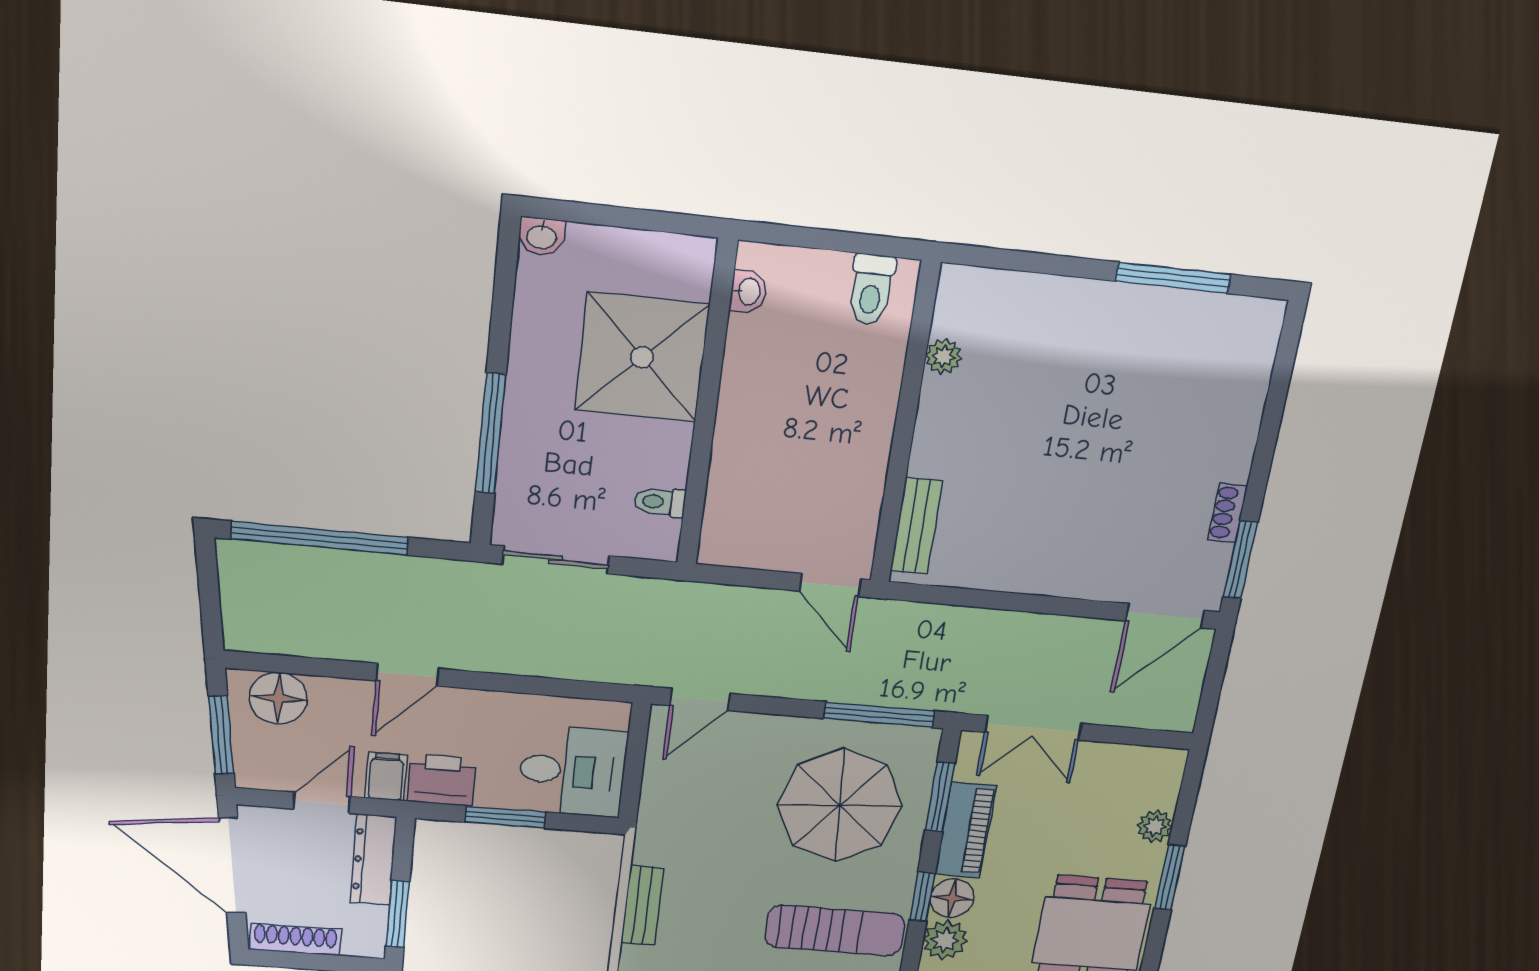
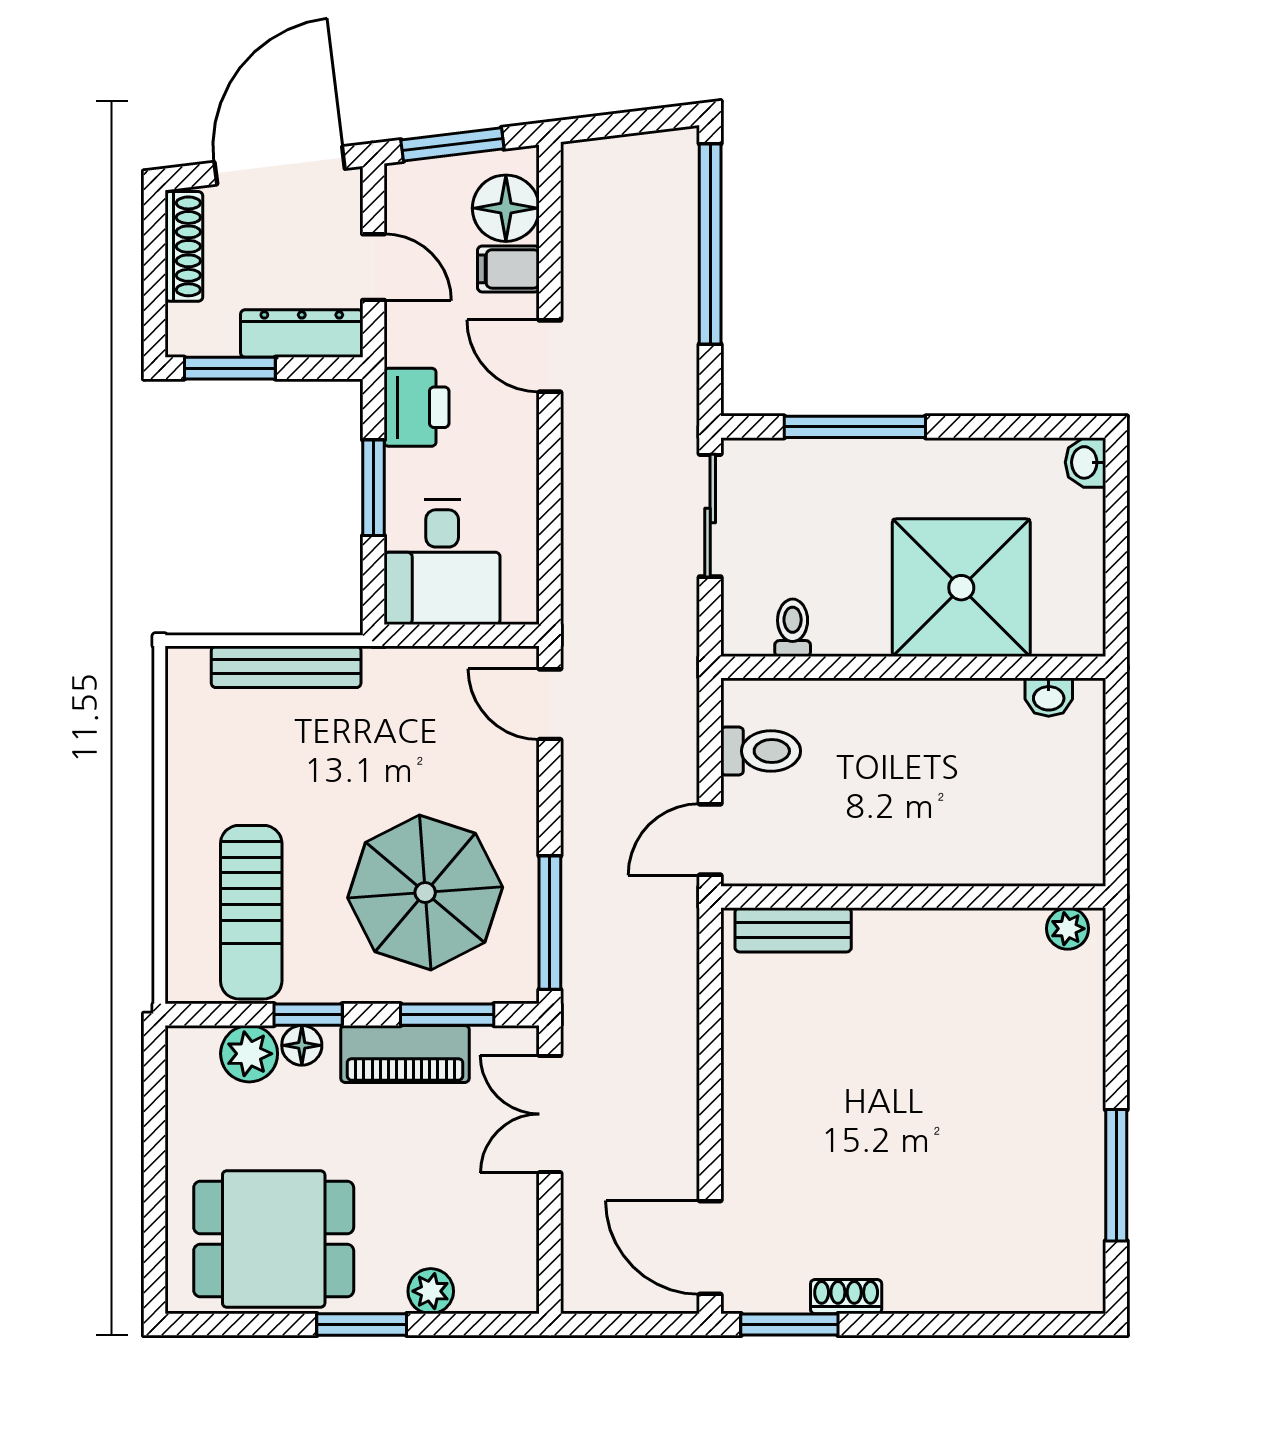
toilet: (871, 290) -> (761, 751), moved, turned 180
plant: (943, 356) -> (1068, 929), moved
filing cabinet: (386, 777) -> (508, 269), moved, turned 180
floor lamp: (952, 898) -> (302, 1045), width x0.73, depth x0.73
bench: (642, 906) -> (286, 667), width x1.36

